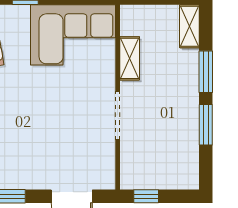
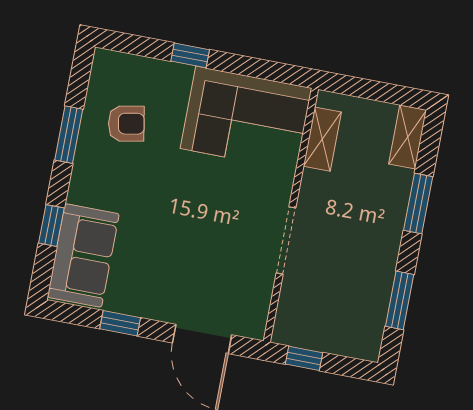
shelving: (130, 58) -> (322, 139), moved
window: (206, 125) -> (400, 300), moved

